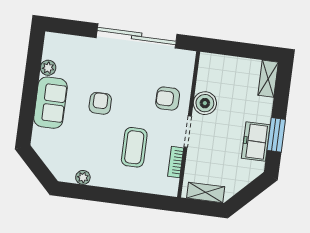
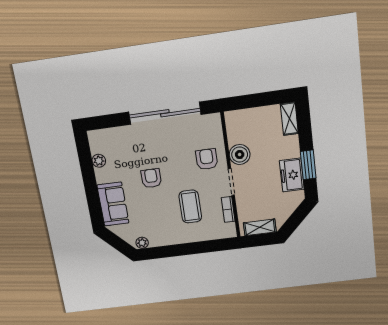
armchair: (168, 99) -> (207, 159), turned 90
sofa: (50, 103) -> (113, 204), moved
plant: (83, 177) -> (142, 243), moved

